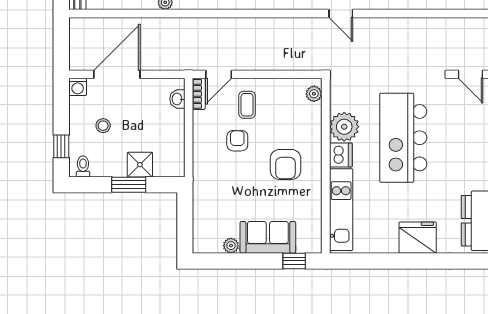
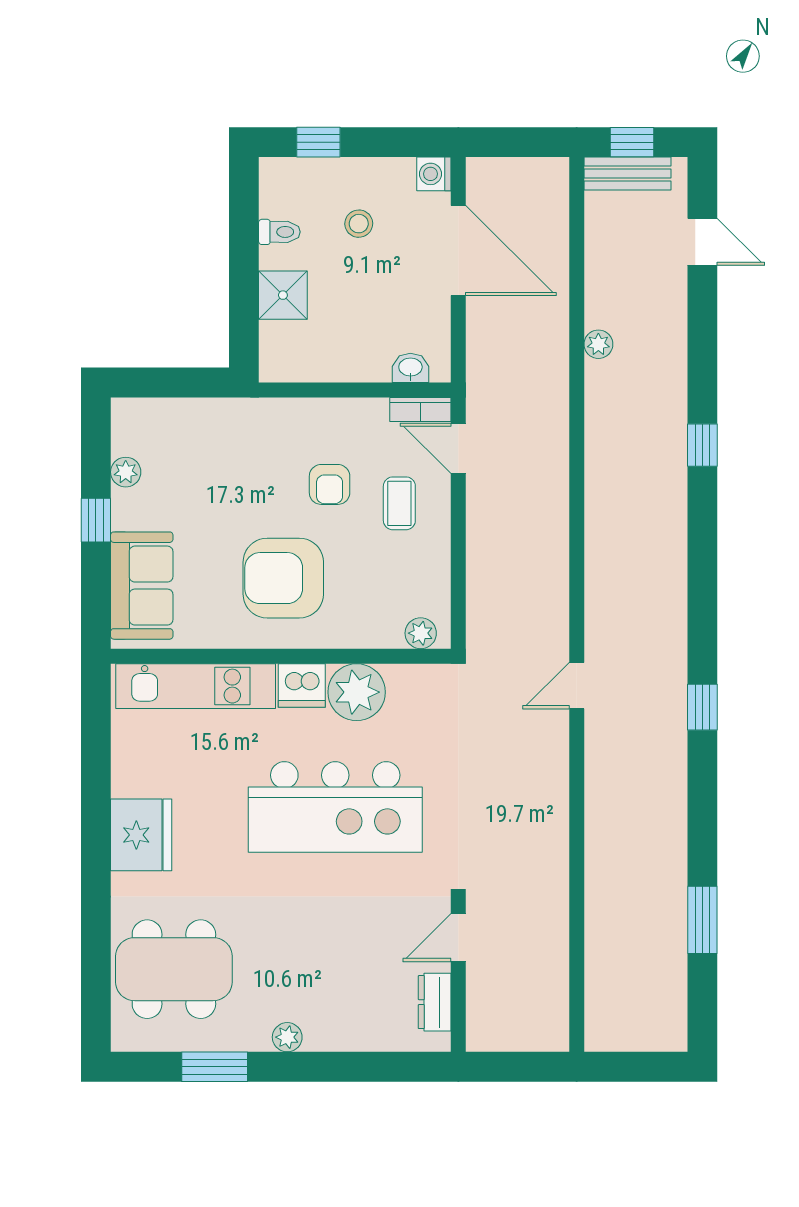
coffee table: (247, 105) -> (399, 503), turned 90
kitchen island: (403, 138) -> (335, 807), turned 180
armchair: (237, 141) -> (330, 484), turned 90
armchair: (286, 164) -> (283, 578), width x1.36, depth x1.36
toilet: (83, 166) -> (279, 232), moved
window: (129, 185) -> (244, 273), removed
sofa: (268, 237) -> (142, 586), moved
window: (294, 261) -> (96, 520), moved

